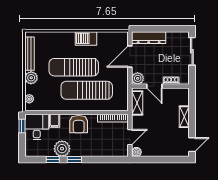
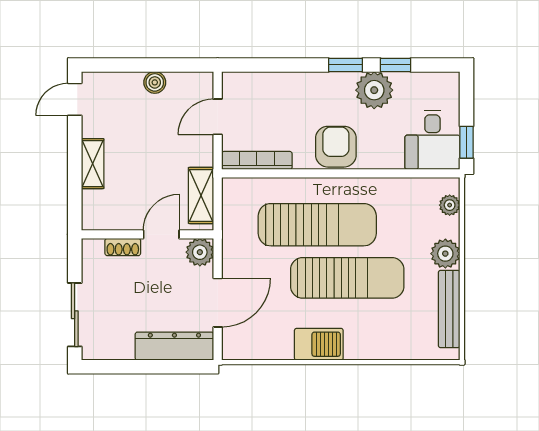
door: (154, 86) -> (161, 234), hinge flipped
filing cabinet: (55, 121) -> (391, 154), removed
boiler: (136, 152) -> (155, 82), moved

